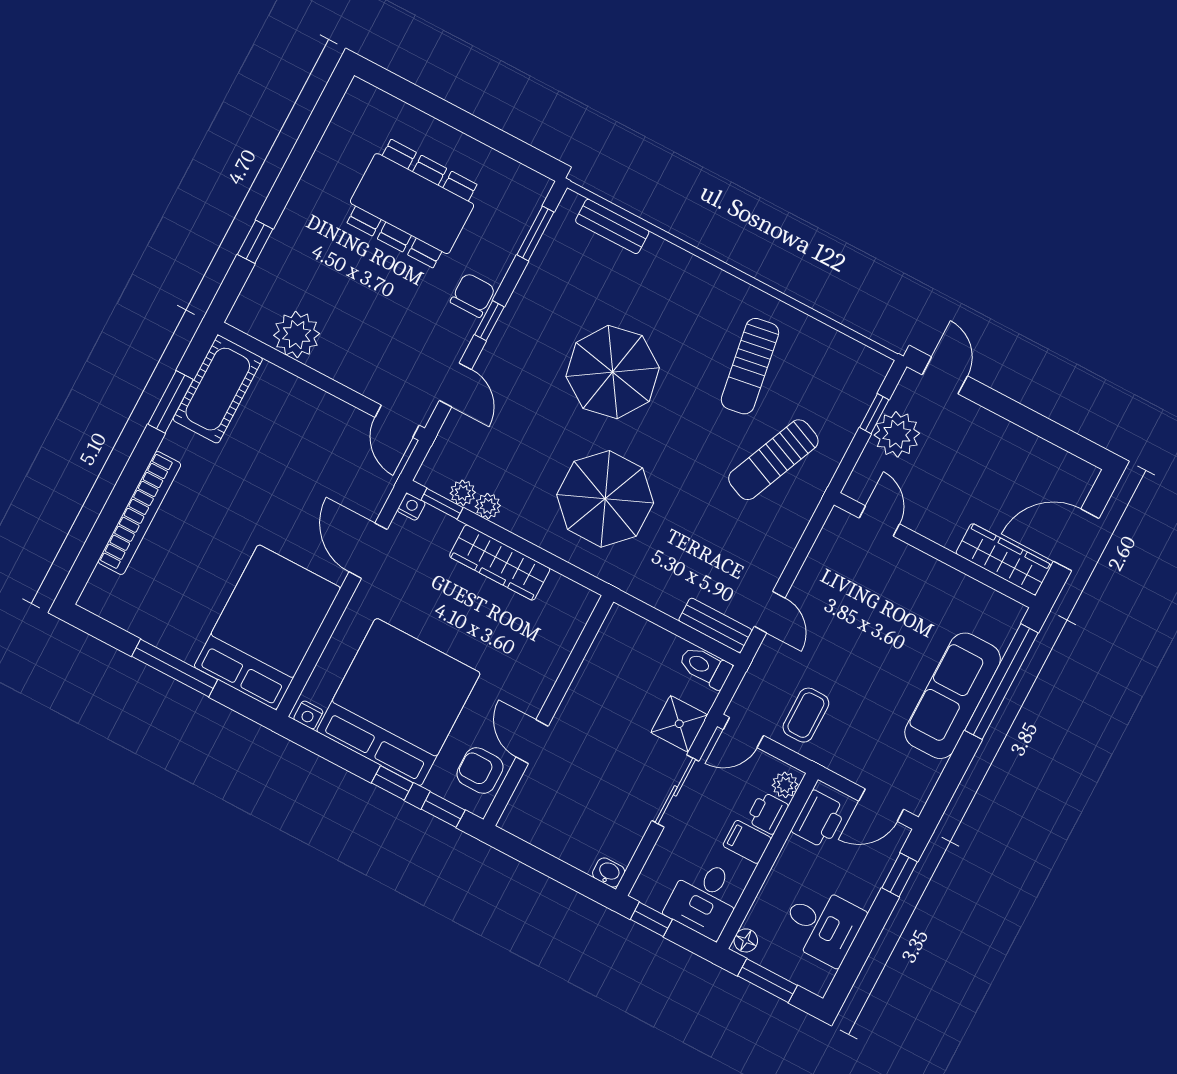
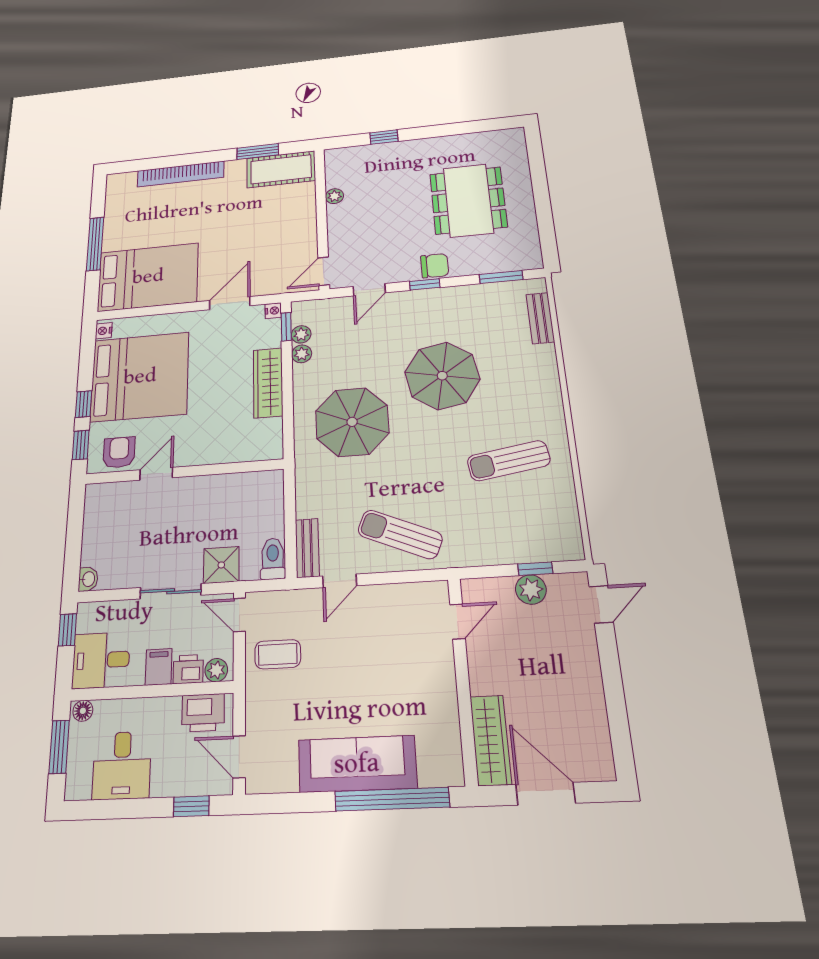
plant: (297, 335) -> (334, 196), width x0.53, depth x0.53
plant: (897, 434) -> (531, 590), width x0.73, depth x0.73
sun lounger: (773, 460) -> (400, 534), moved

